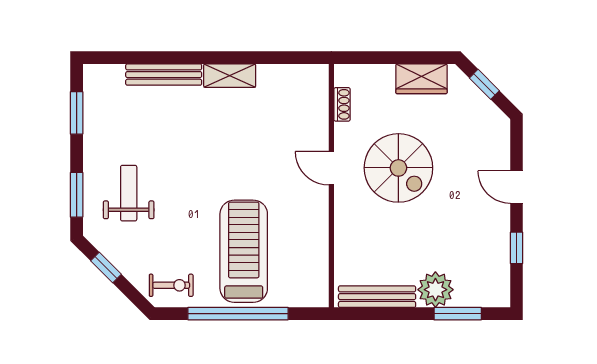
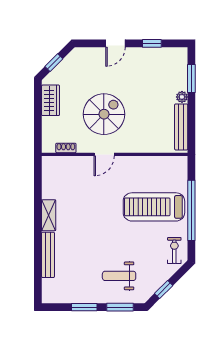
window: (77, 113) -> (84, 307), moved
plant: (435, 290) -> (182, 97), width x0.53, depth x0.53

